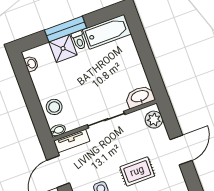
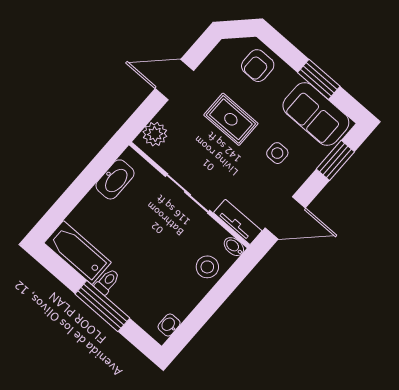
shower: (63, 48) -> (128, 296), removed
washbasin: (140, 97) -> (115, 179), moved, turned -90

